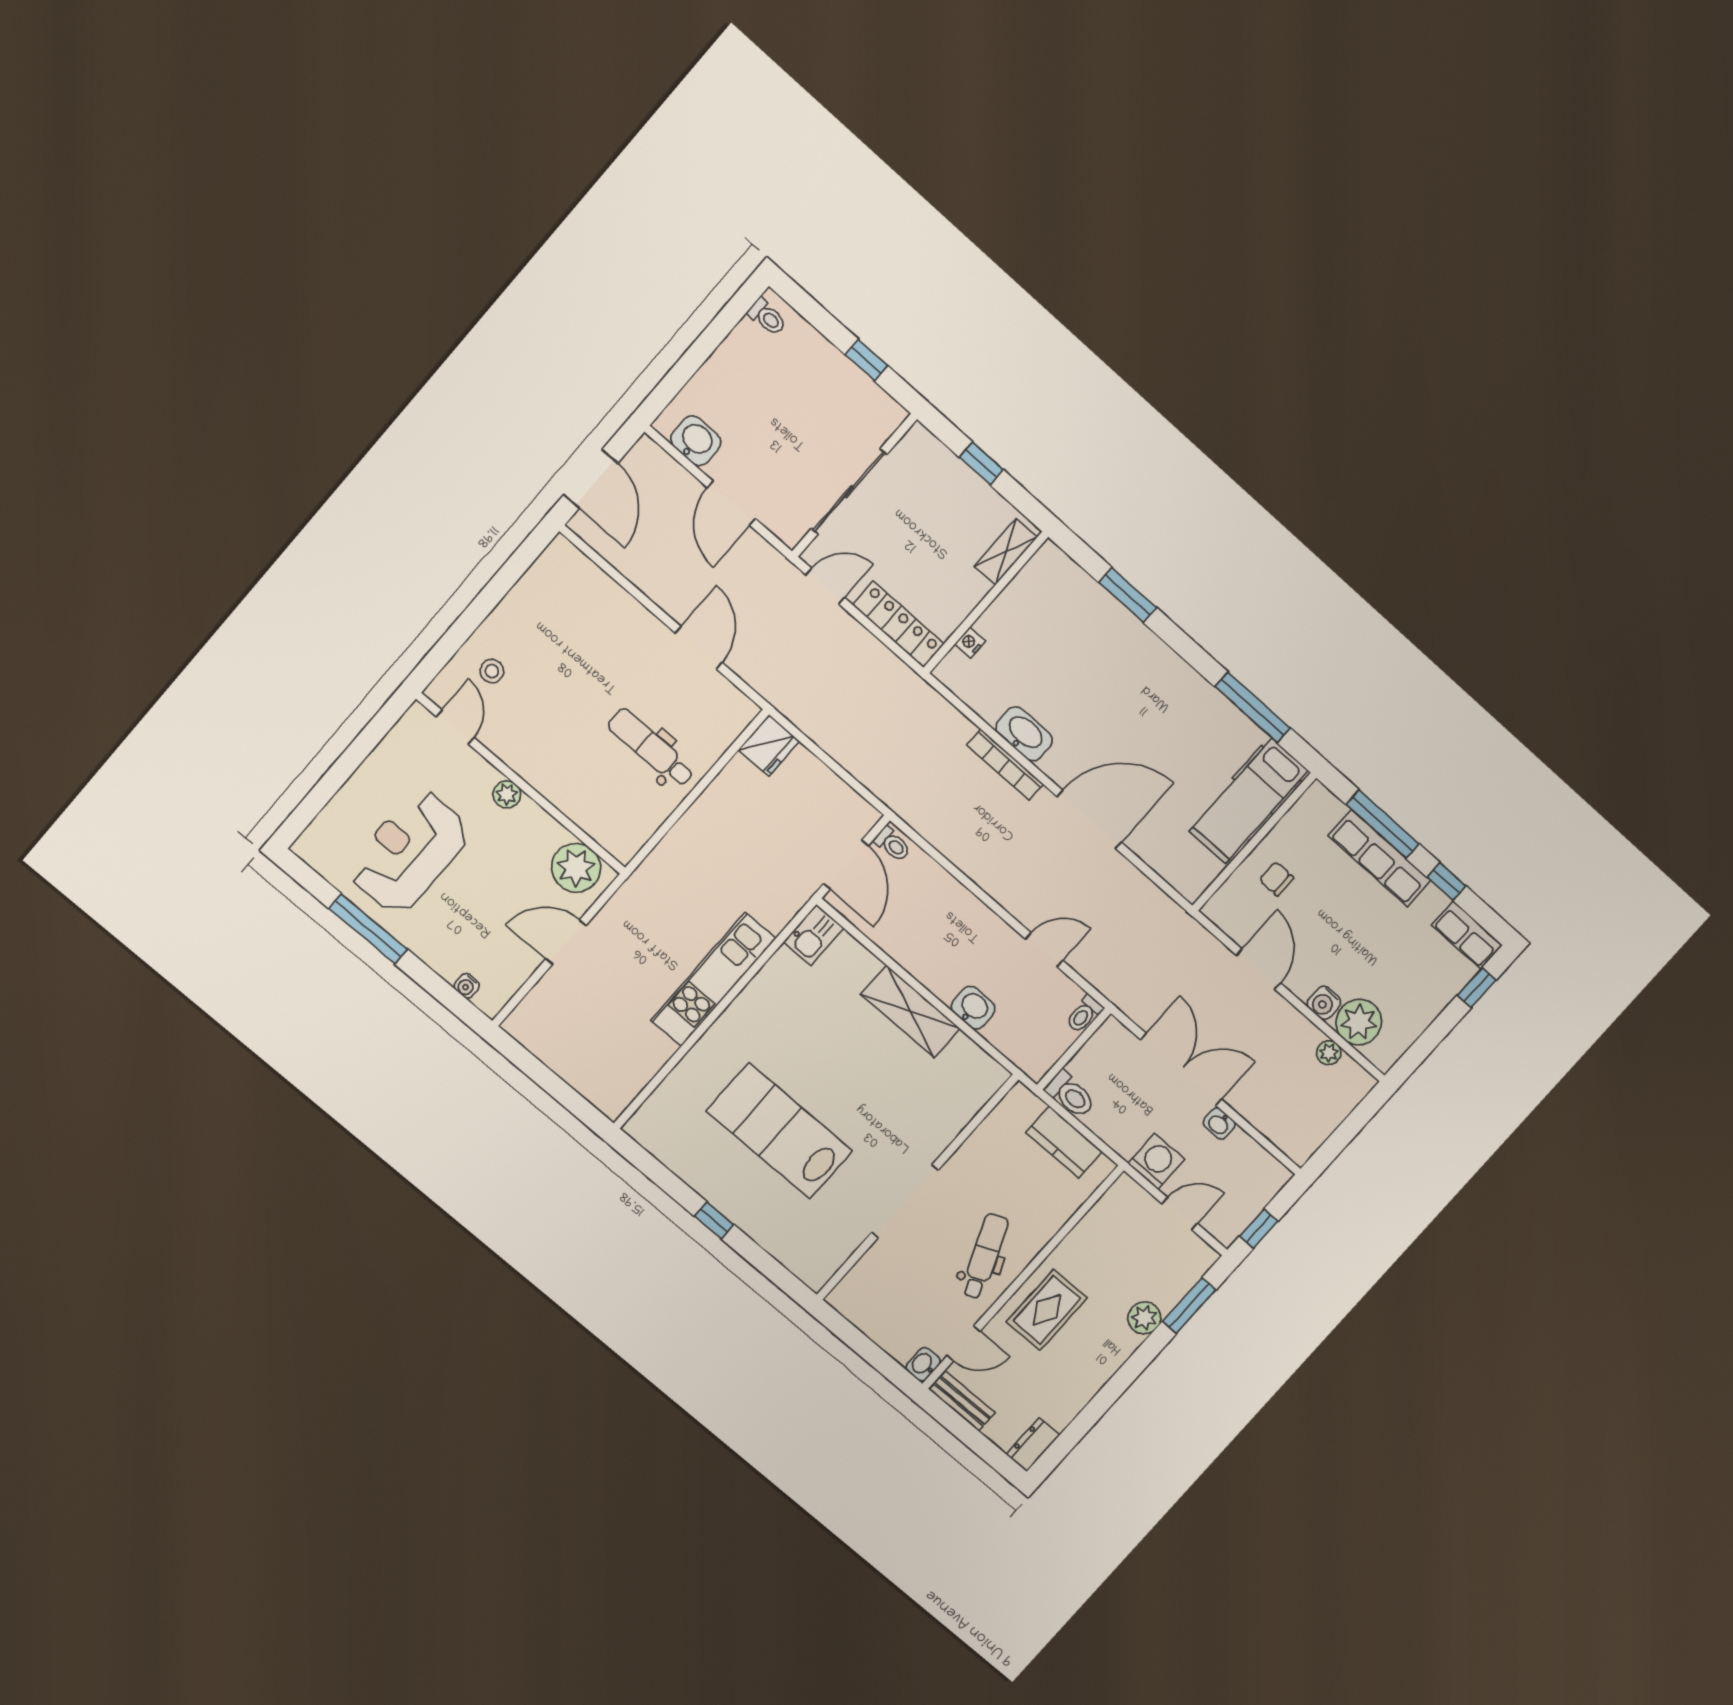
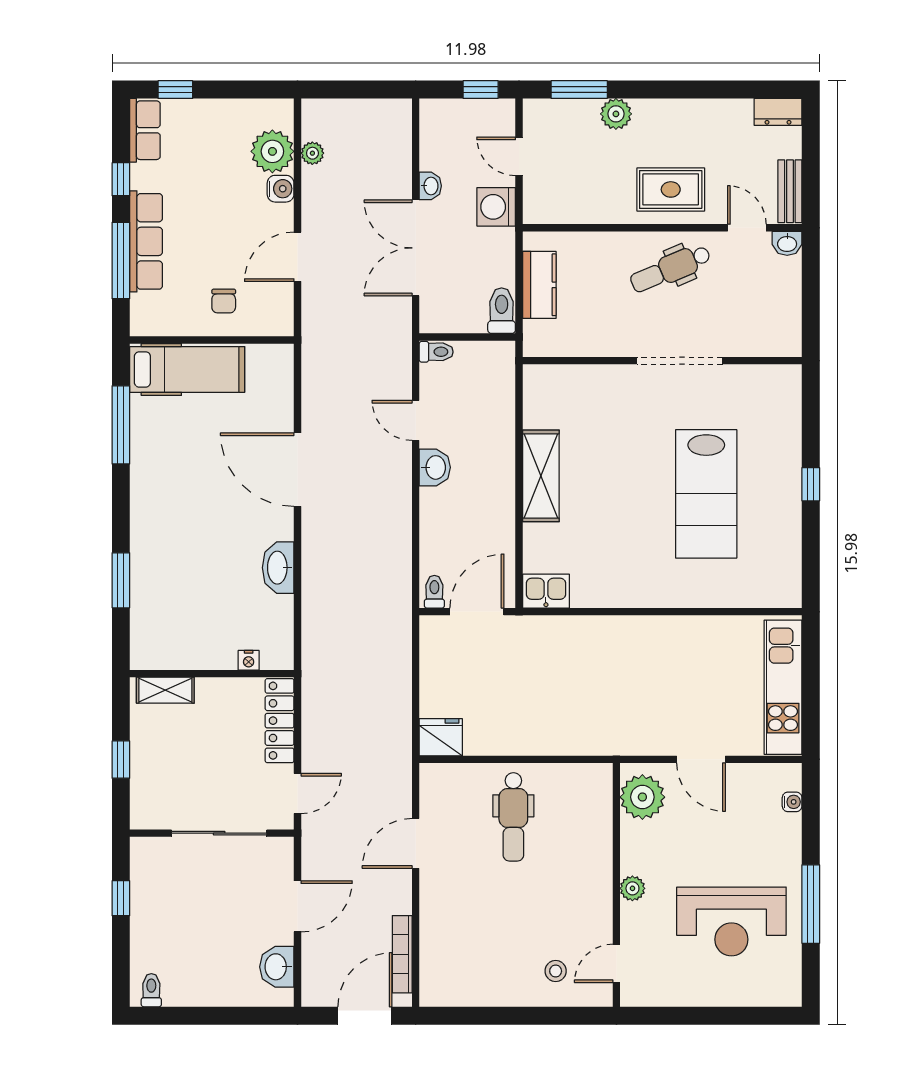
door: (825, 586) -> (297, 794), swing flipped
bookcase: (1005, 765) -> (402, 954), moved, turned 180
kitchen unit: (713, 979) -> (783, 687), moved, turned 90
washbasin: (973, 1008) -> (435, 467), moved, turned 180

